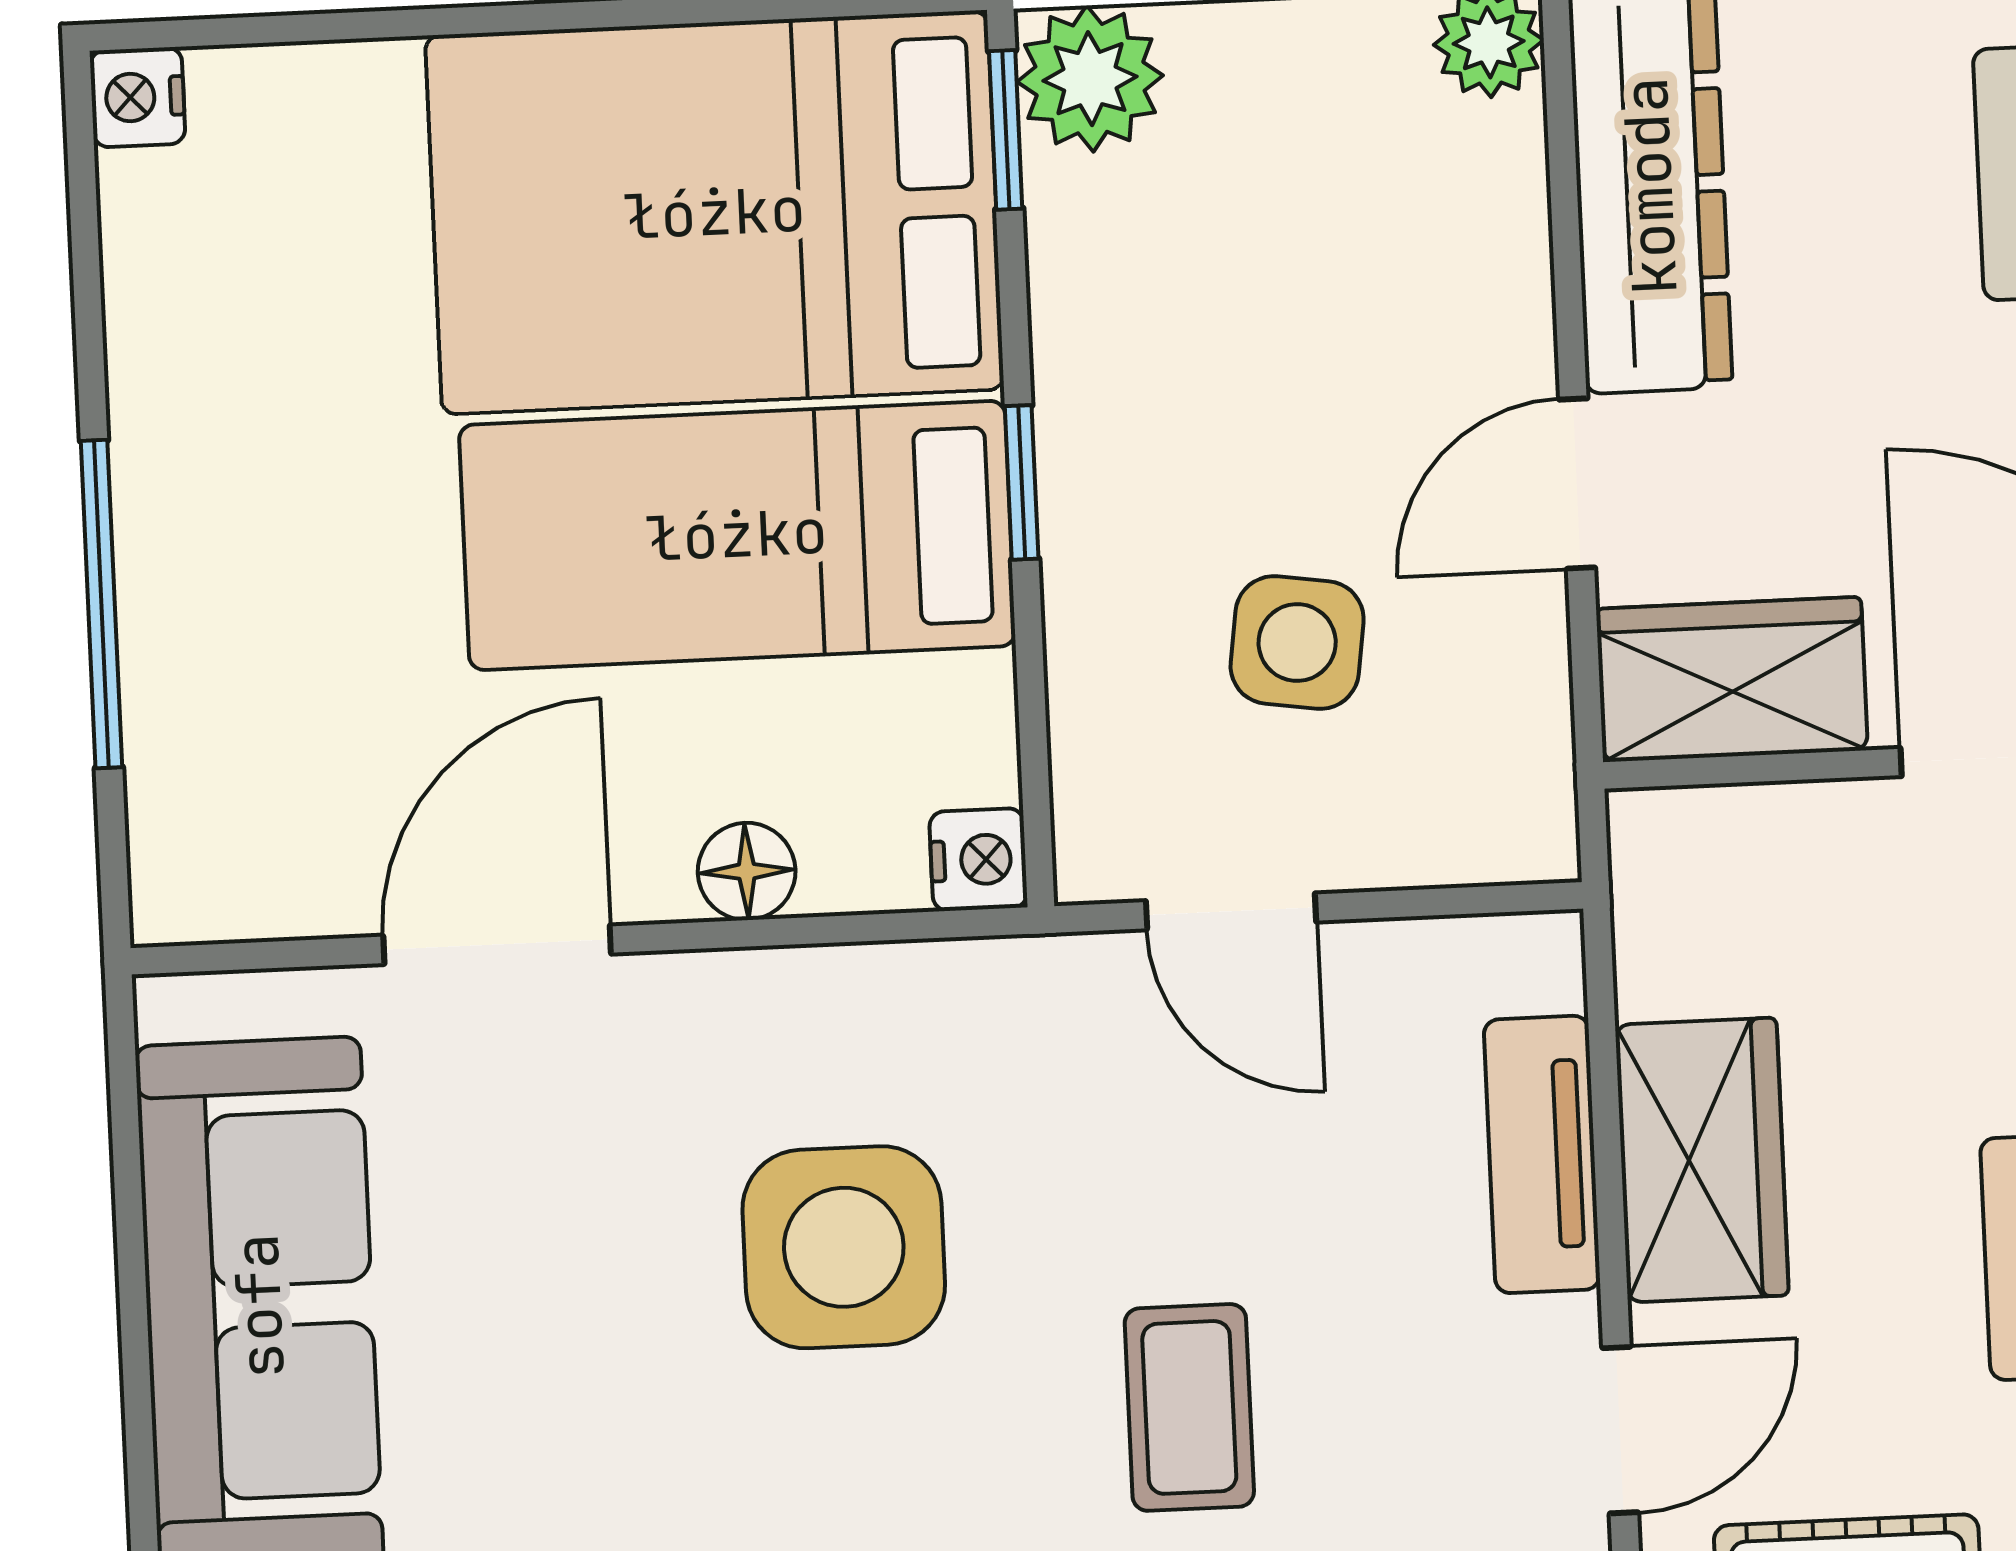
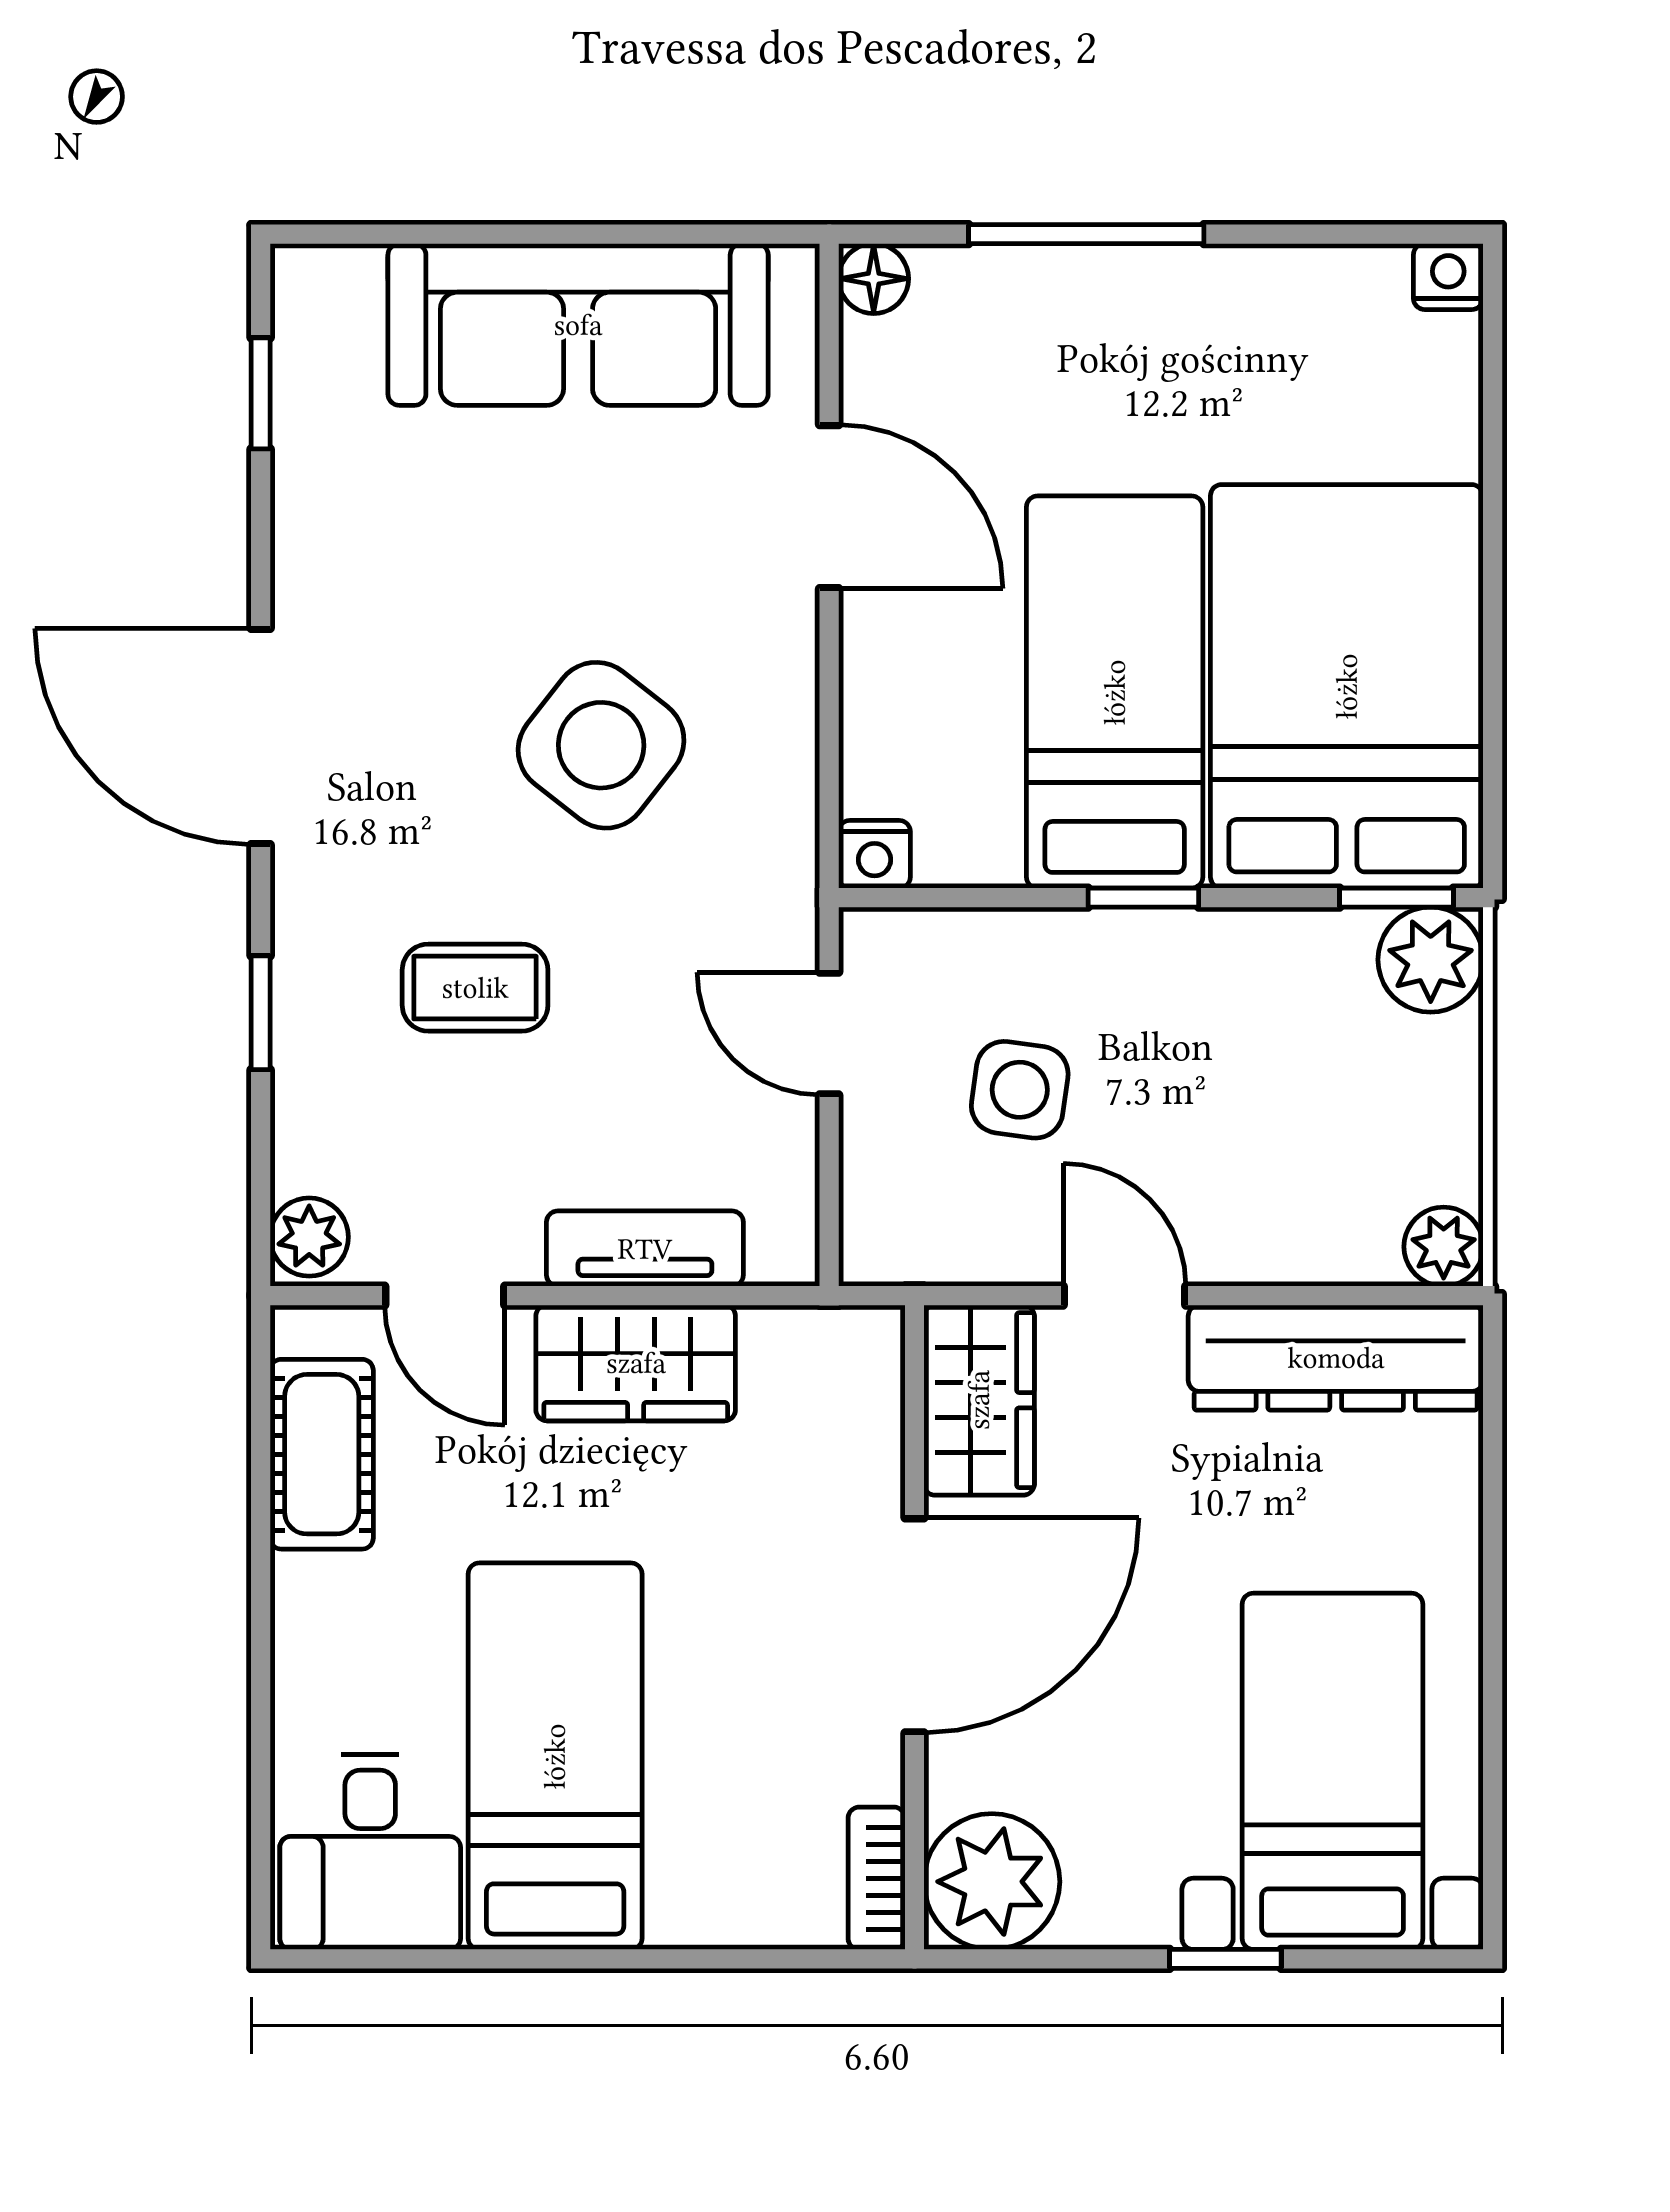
floor lamp: (747, 871) -> (874, 279), moved
door: (1231, 911) -> (829, 1034), hinge flipped
side table: (844, 1247) -> (601, 745), turned 38

